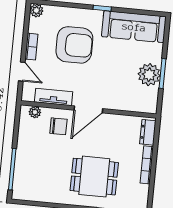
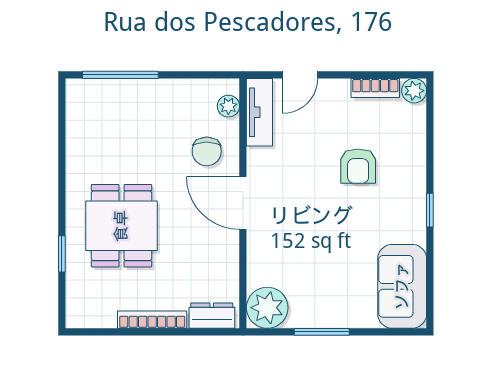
sofa: (134, 27) -> (402, 286), width x0.73
armchair: (74, 45) -> (358, 166), width x0.53, depth x0.53
bookcase: (31, 47) -> (375, 88), moved
plant: (149, 75) -> (267, 308), moved
tv unit: (54, 97) -> (259, 112), moved

